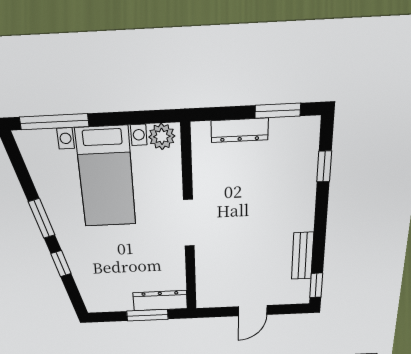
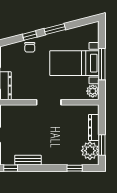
window: (54, 122) -> (102, 64), moved
plant: (289, 136) -> (90, 151), added
chair: (83, 262) -> (30, 47), added

